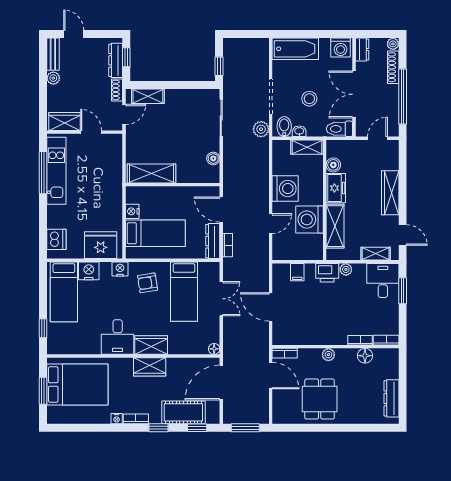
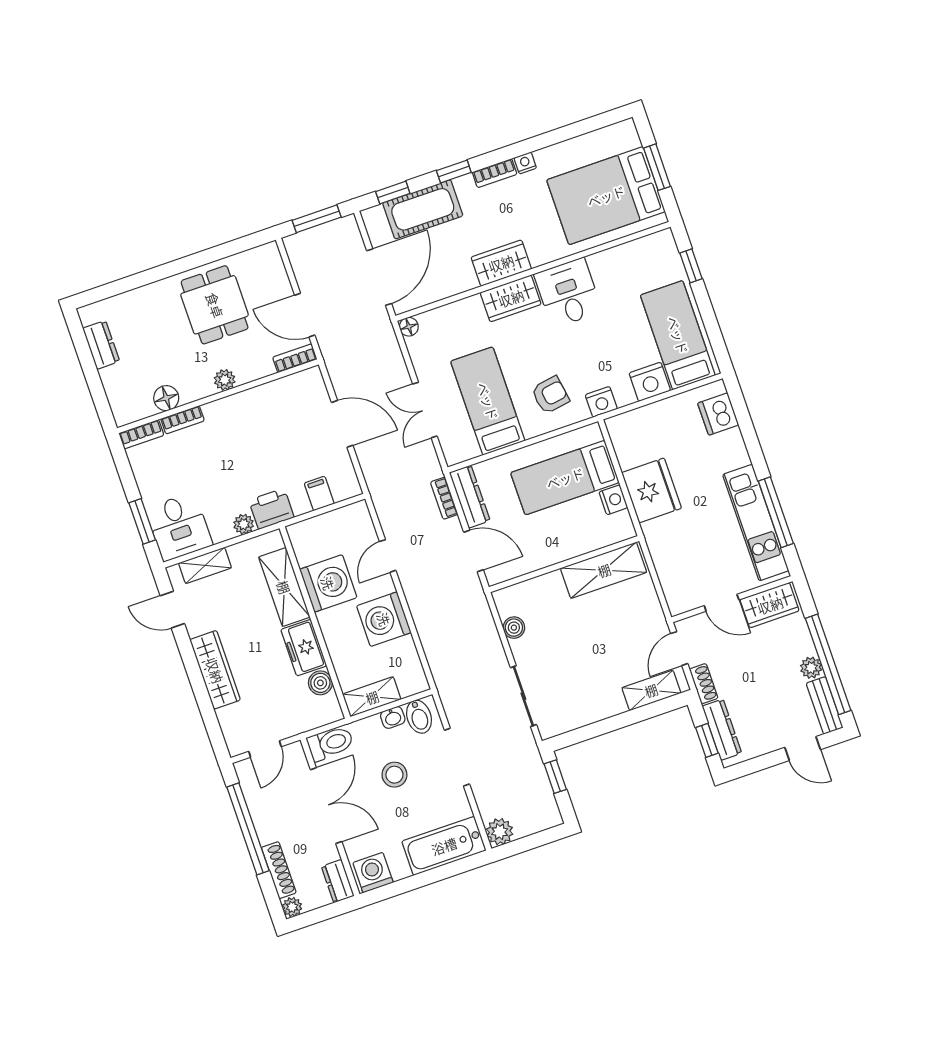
window: (43, 77) -> (828, 664), added
plant: (261, 129) -> (500, 832), moved
fridge: (101, 245) -> (652, 490), moved, turned -90
dresser: (391, 398) -> (101, 345), width x0.70

